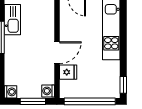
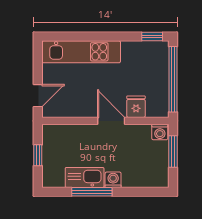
kitchen sink: (12, 20) -> (85, 177), moved
washing machine: (11, 92) -> (113, 180), moved

